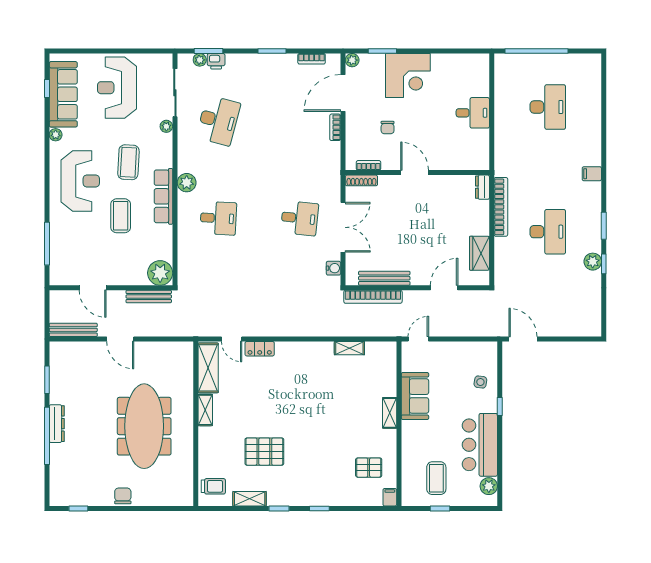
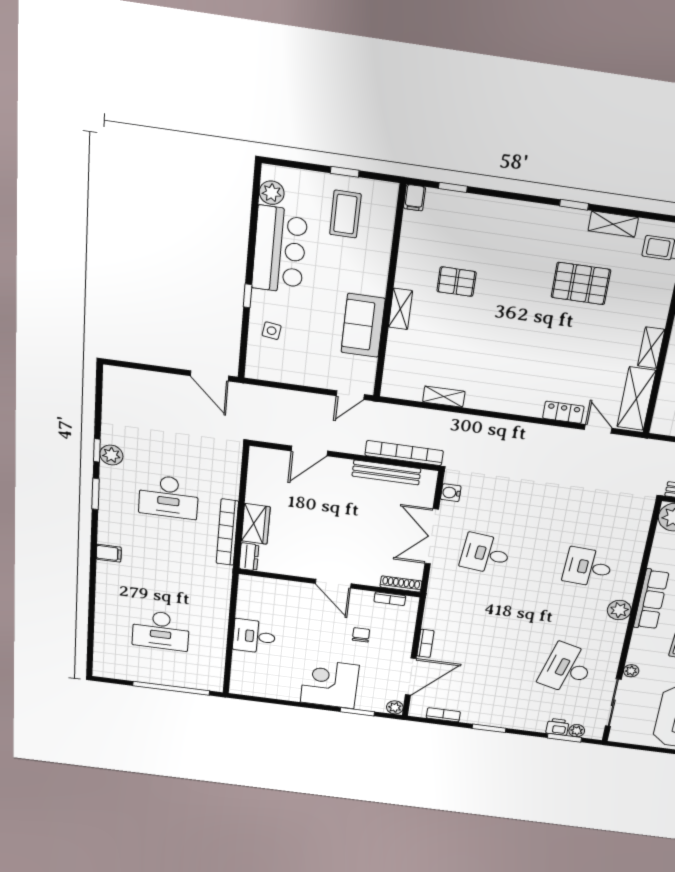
desk: (548, 107) -> (161, 630), turned -90
desk: (548, 232) -> (169, 497), turned -90
wardrobe: (479, 253) -> (256, 524), moved
pallet: (369, 468) -> (456, 282), moved
window: (319, 509) -> (453, 187), moved

